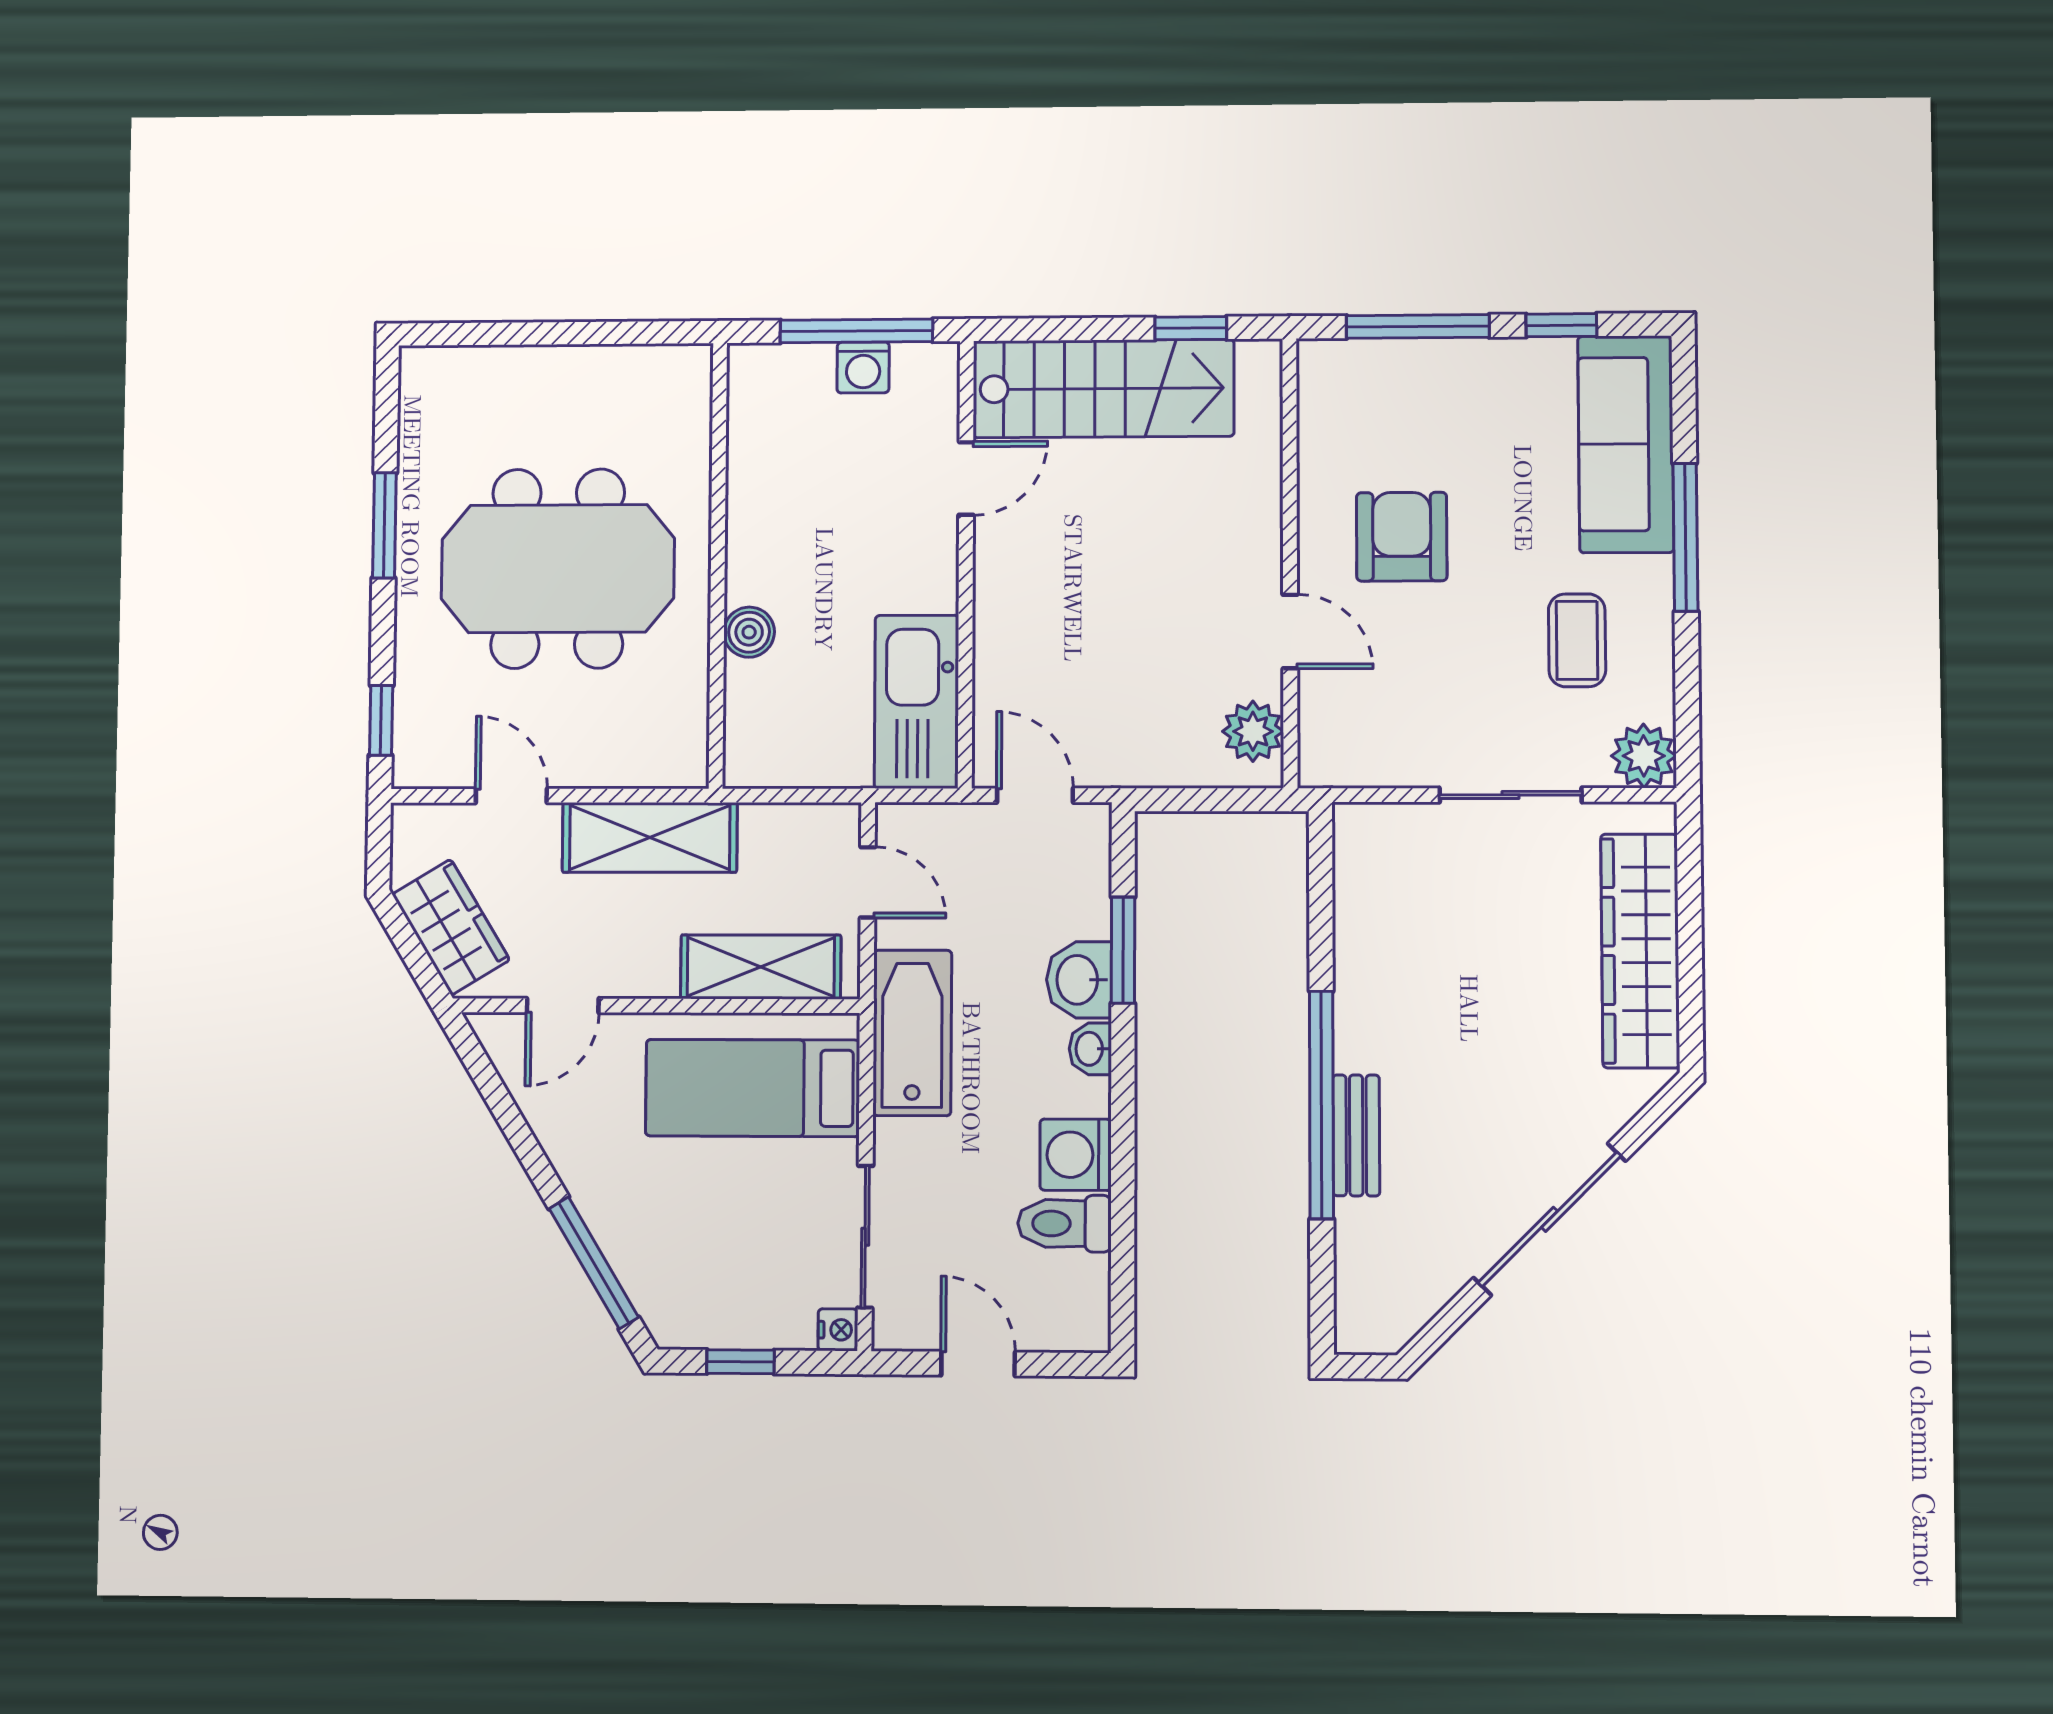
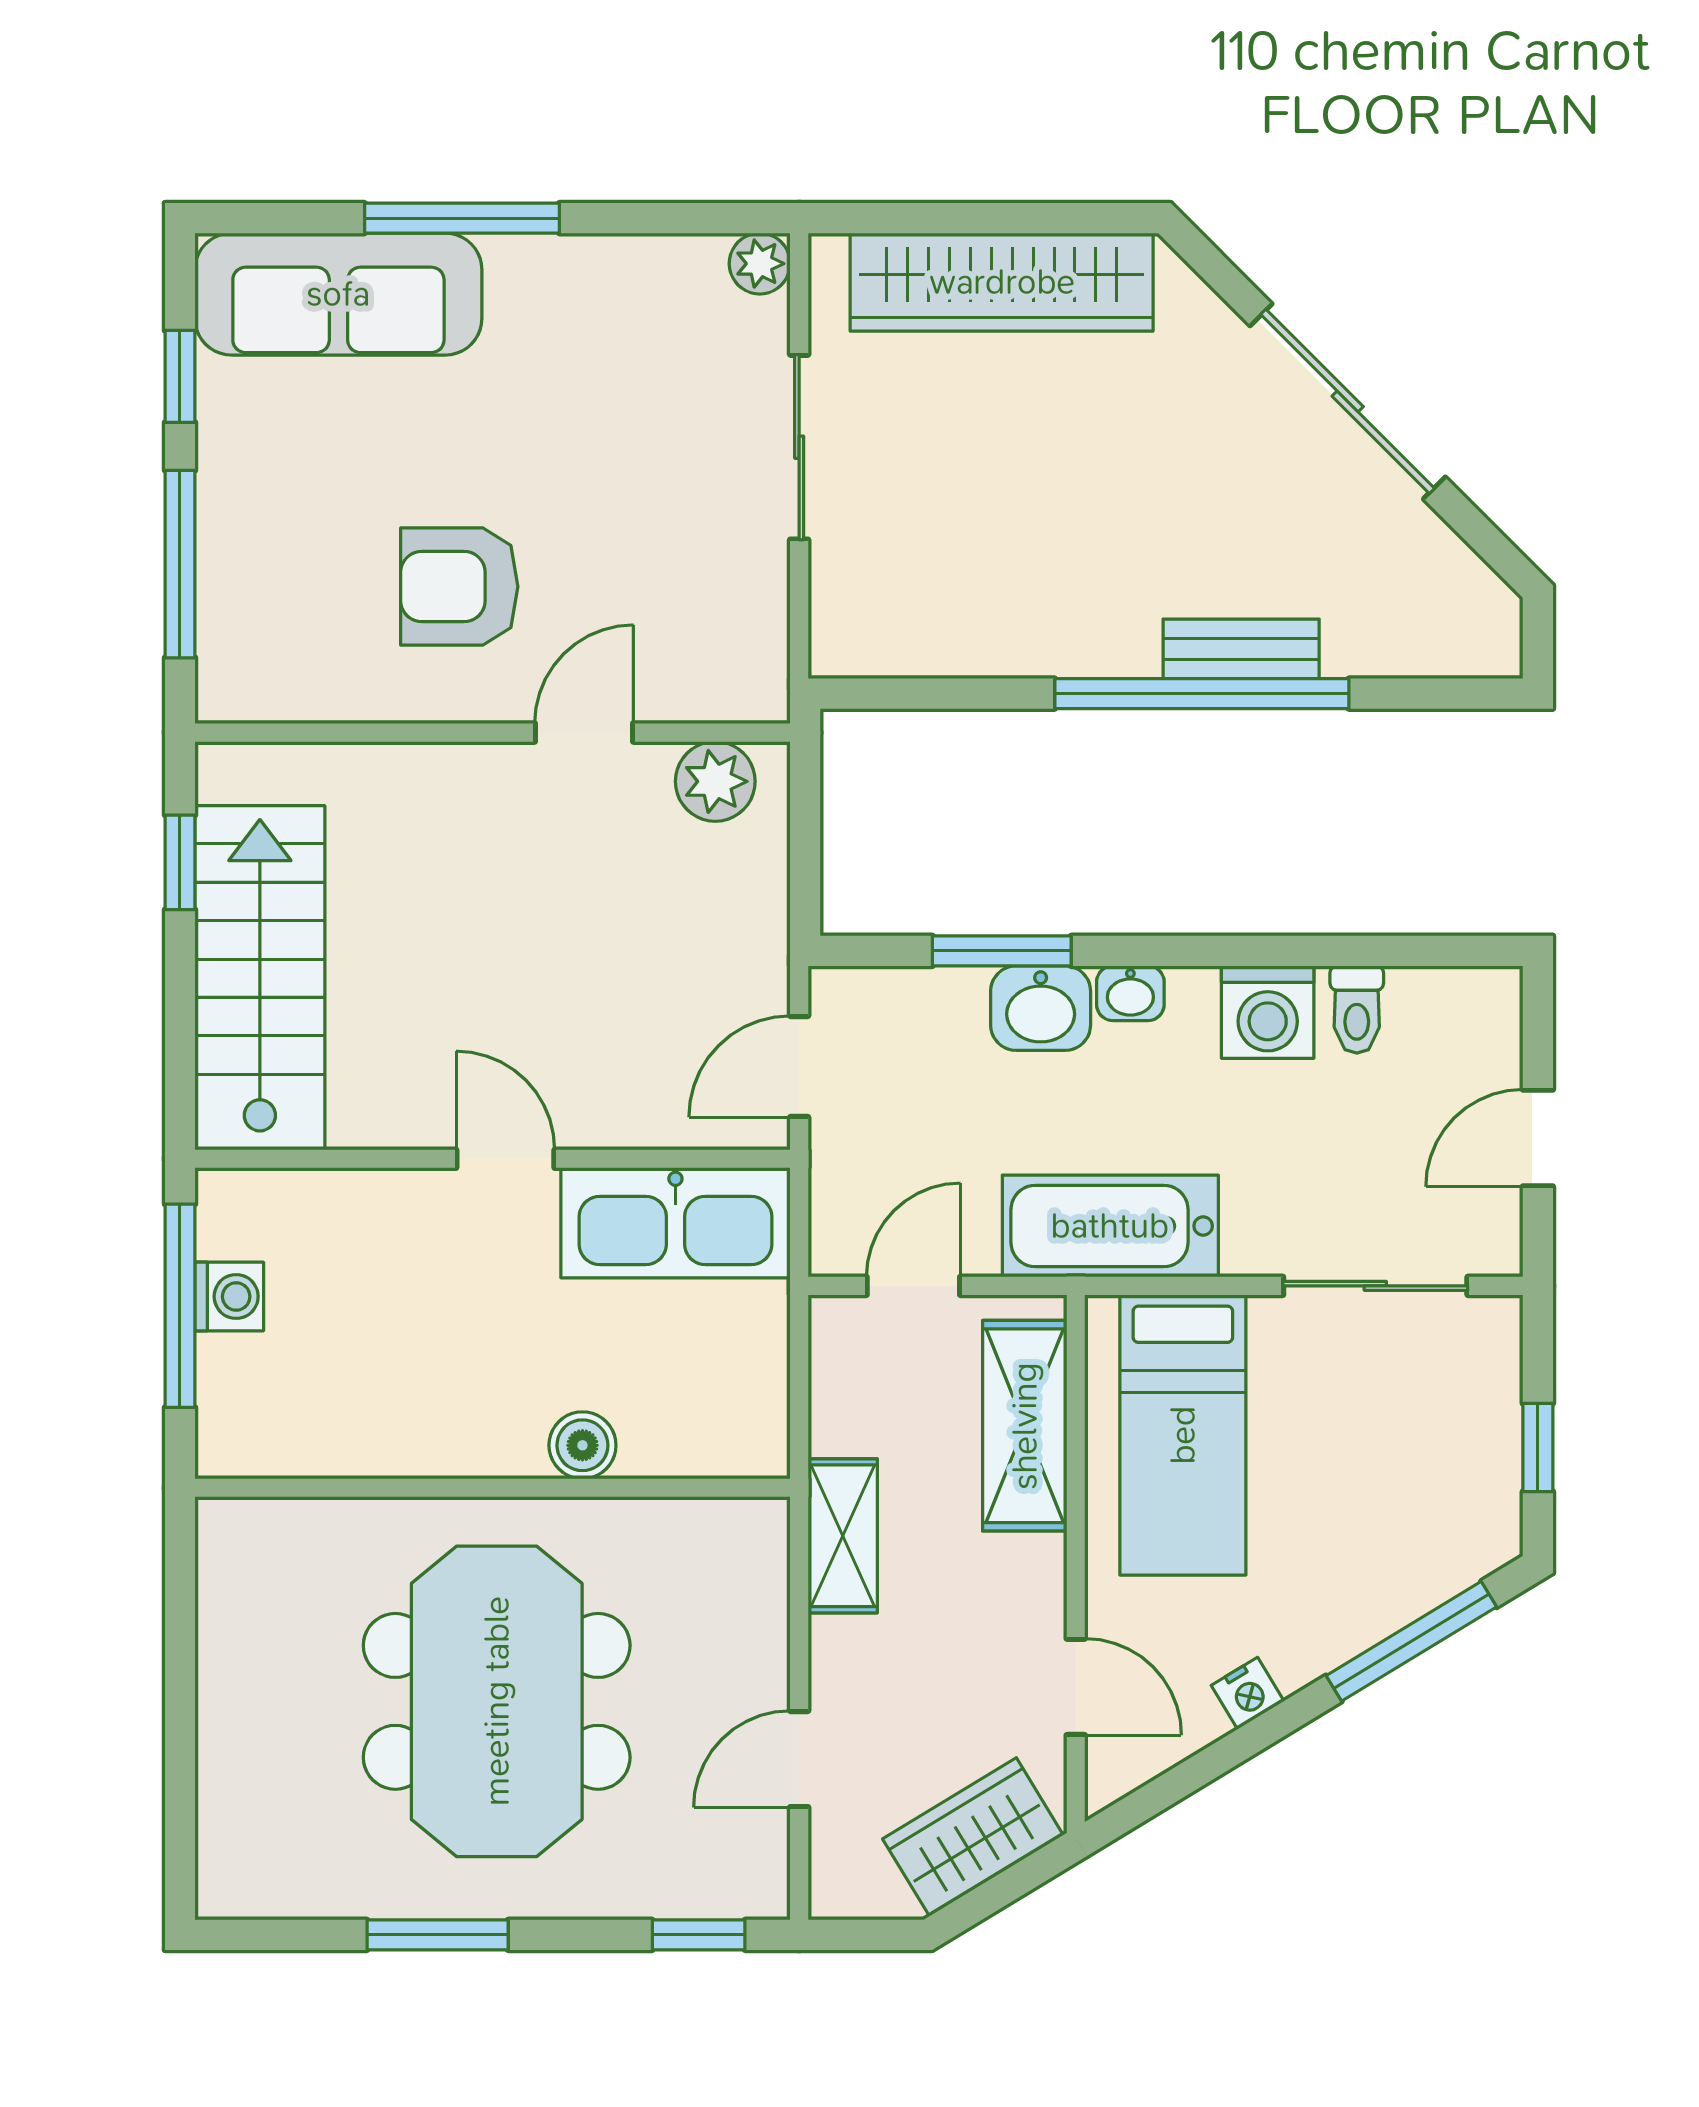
door: (966, 478) -> (505, 1159), moved
coffee table: (1577, 640) -> (597, 360), removed
plant: (1644, 756) -> (760, 264), width x0.73, depth x0.73
shelving: (650, 837) -> (843, 1536), width x0.67, depth x0.75
toilet: (1065, 1224) -> (1357, 1010), width x0.73, depth x0.72
nightstand: (838, 1330) -> (1248, 1693), moved, turned 149

